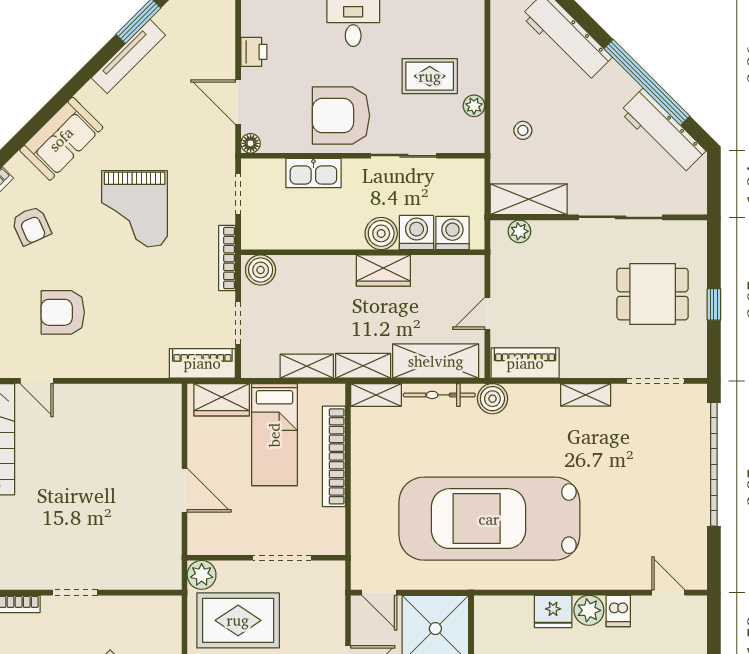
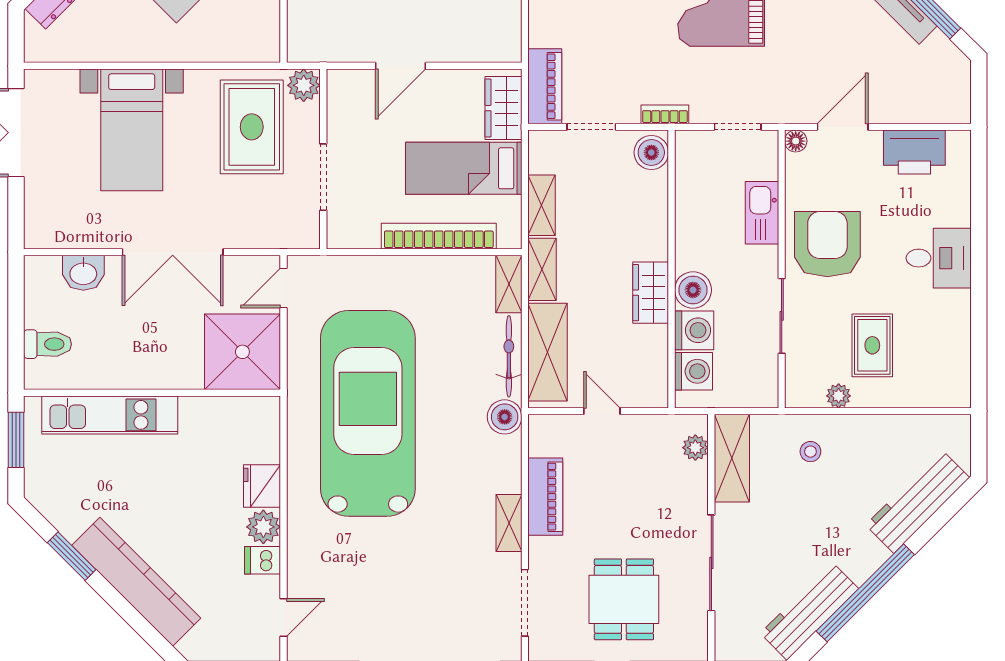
printer: (254, 52) -> (914, 152), width x1.87, depth x1.48
bookcase: (227, 258) -> (665, 114), width x0.64
piano: (525, 363) -> (545, 497), moved

